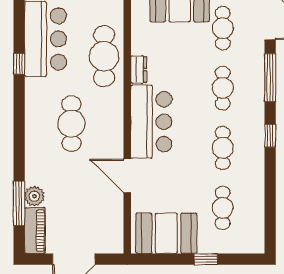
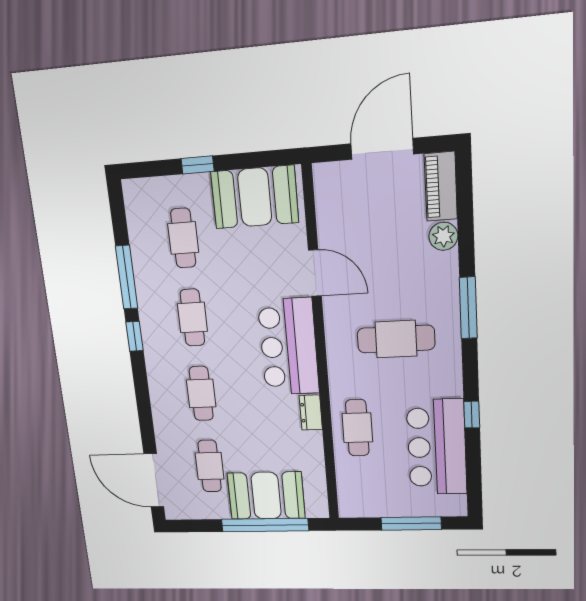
cafe table: (104, 56) -> (357, 428), width x0.73, depth x0.74
window: (270, 78) -> (127, 277), moved
cafe table: (71, 124) -> (396, 339), turned 90
window: (19, 203) -> (468, 308), moved

